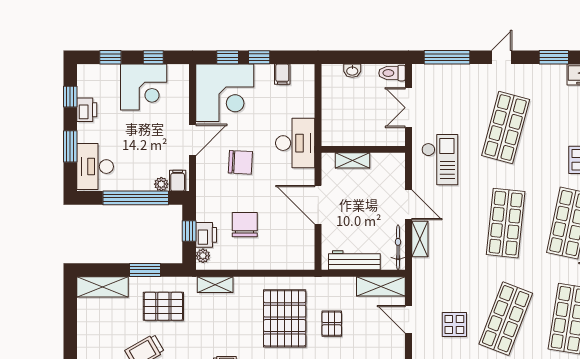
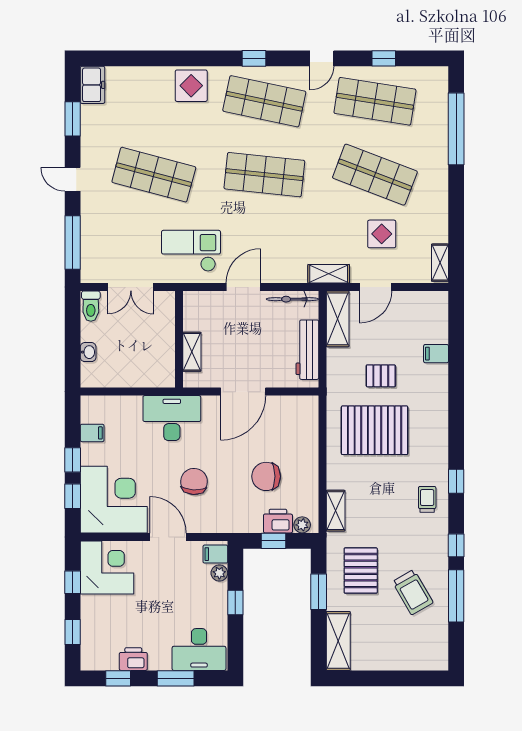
corner desk: (144, 87) -> (107, 567), moved
window: (136, 198) -> (235, 602), width x0.32
shelving: (420, 239) -> (329, 274), moved

